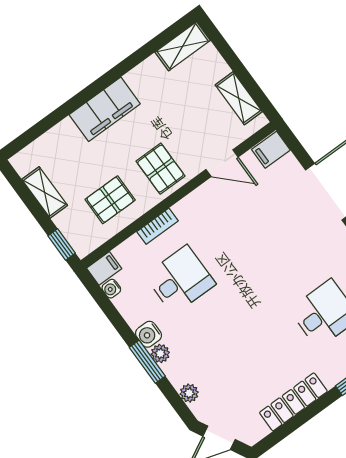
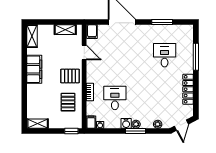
filing cabinet: (105, 109) -> (34, 69), moved
door: (222, 163) -> (84, 53), hinge flipped
shelving: (45, 192) -> (38, 124), moved

